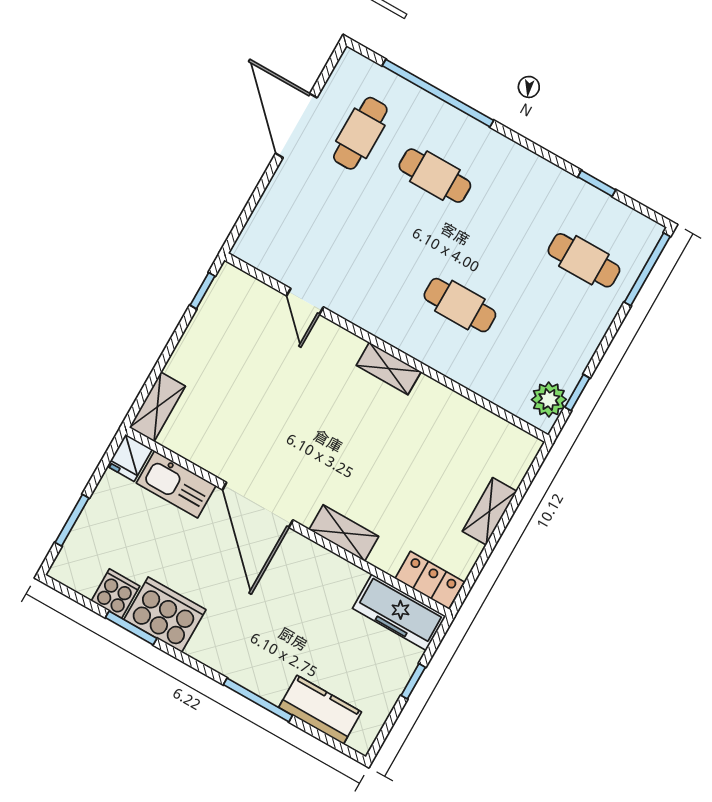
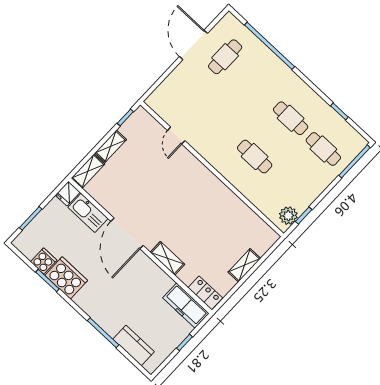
cafe table: (435, 176) -> (291, 118), moved
shelving: (389, 369) -> (111, 146), moved, turned 90

